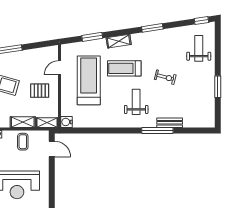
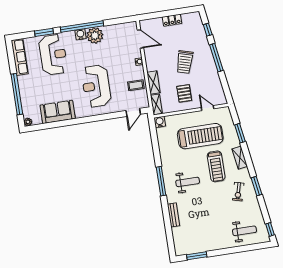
treadmill: (124, 68) -> (216, 166), turned 180
exercise bike: (165, 77) -> (238, 192), moved
window: (218, 87) -> (197, 256), moved
window: (157, 130) -> (161, 181), moved

